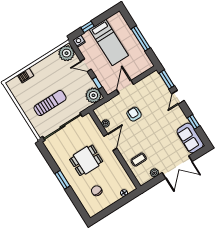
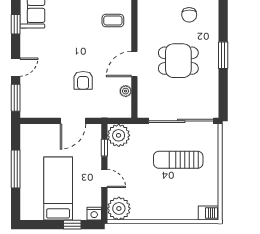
barbecue: (26, 75) -> (208, 213), moved

